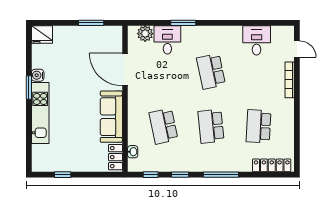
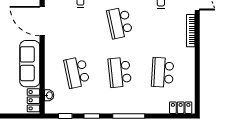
locker: (272, 165) -> (181, 108), width x0.66

